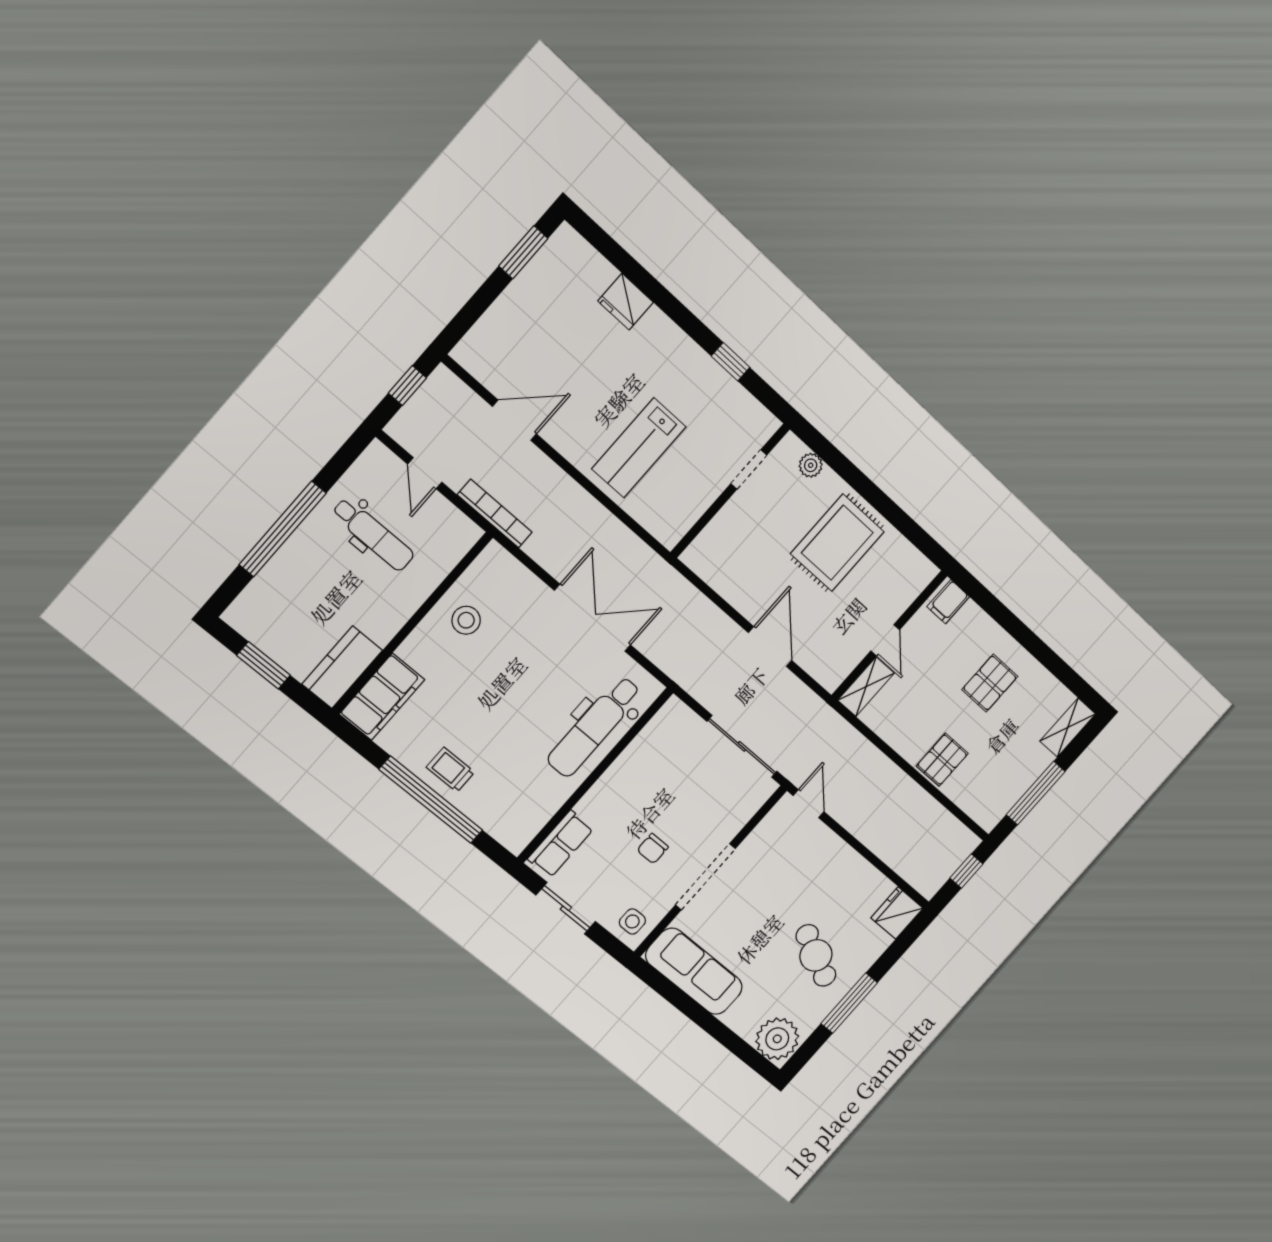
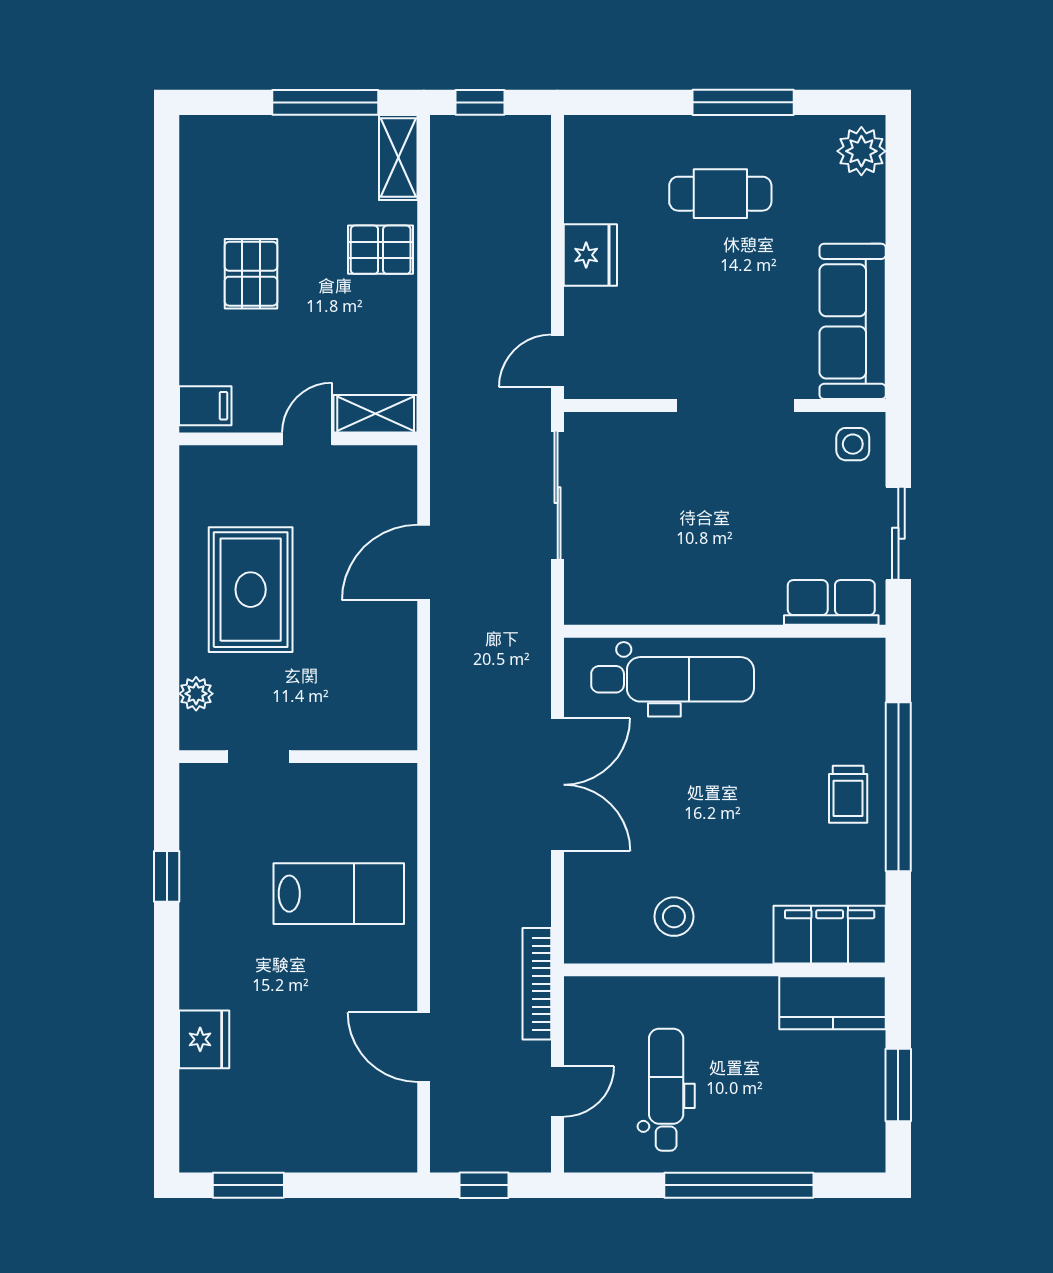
rug: (837, 543) -> (251, 590), turned 90
double door: (593, 618) -> (558, 785), swing flipped
pallet: (990, 683) -> (251, 274), turned 90
shelving: (1068, 728) -> (398, 157), moved, turned 90
chair: (653, 849) -> (753, 494), removed
fridge: (897, 913) -> (590, 255), moved, turned -90
cafe table: (816, 955) -> (720, 194), turned 65
plant: (777, 1039) -> (861, 151), width x0.73, depth x0.73

